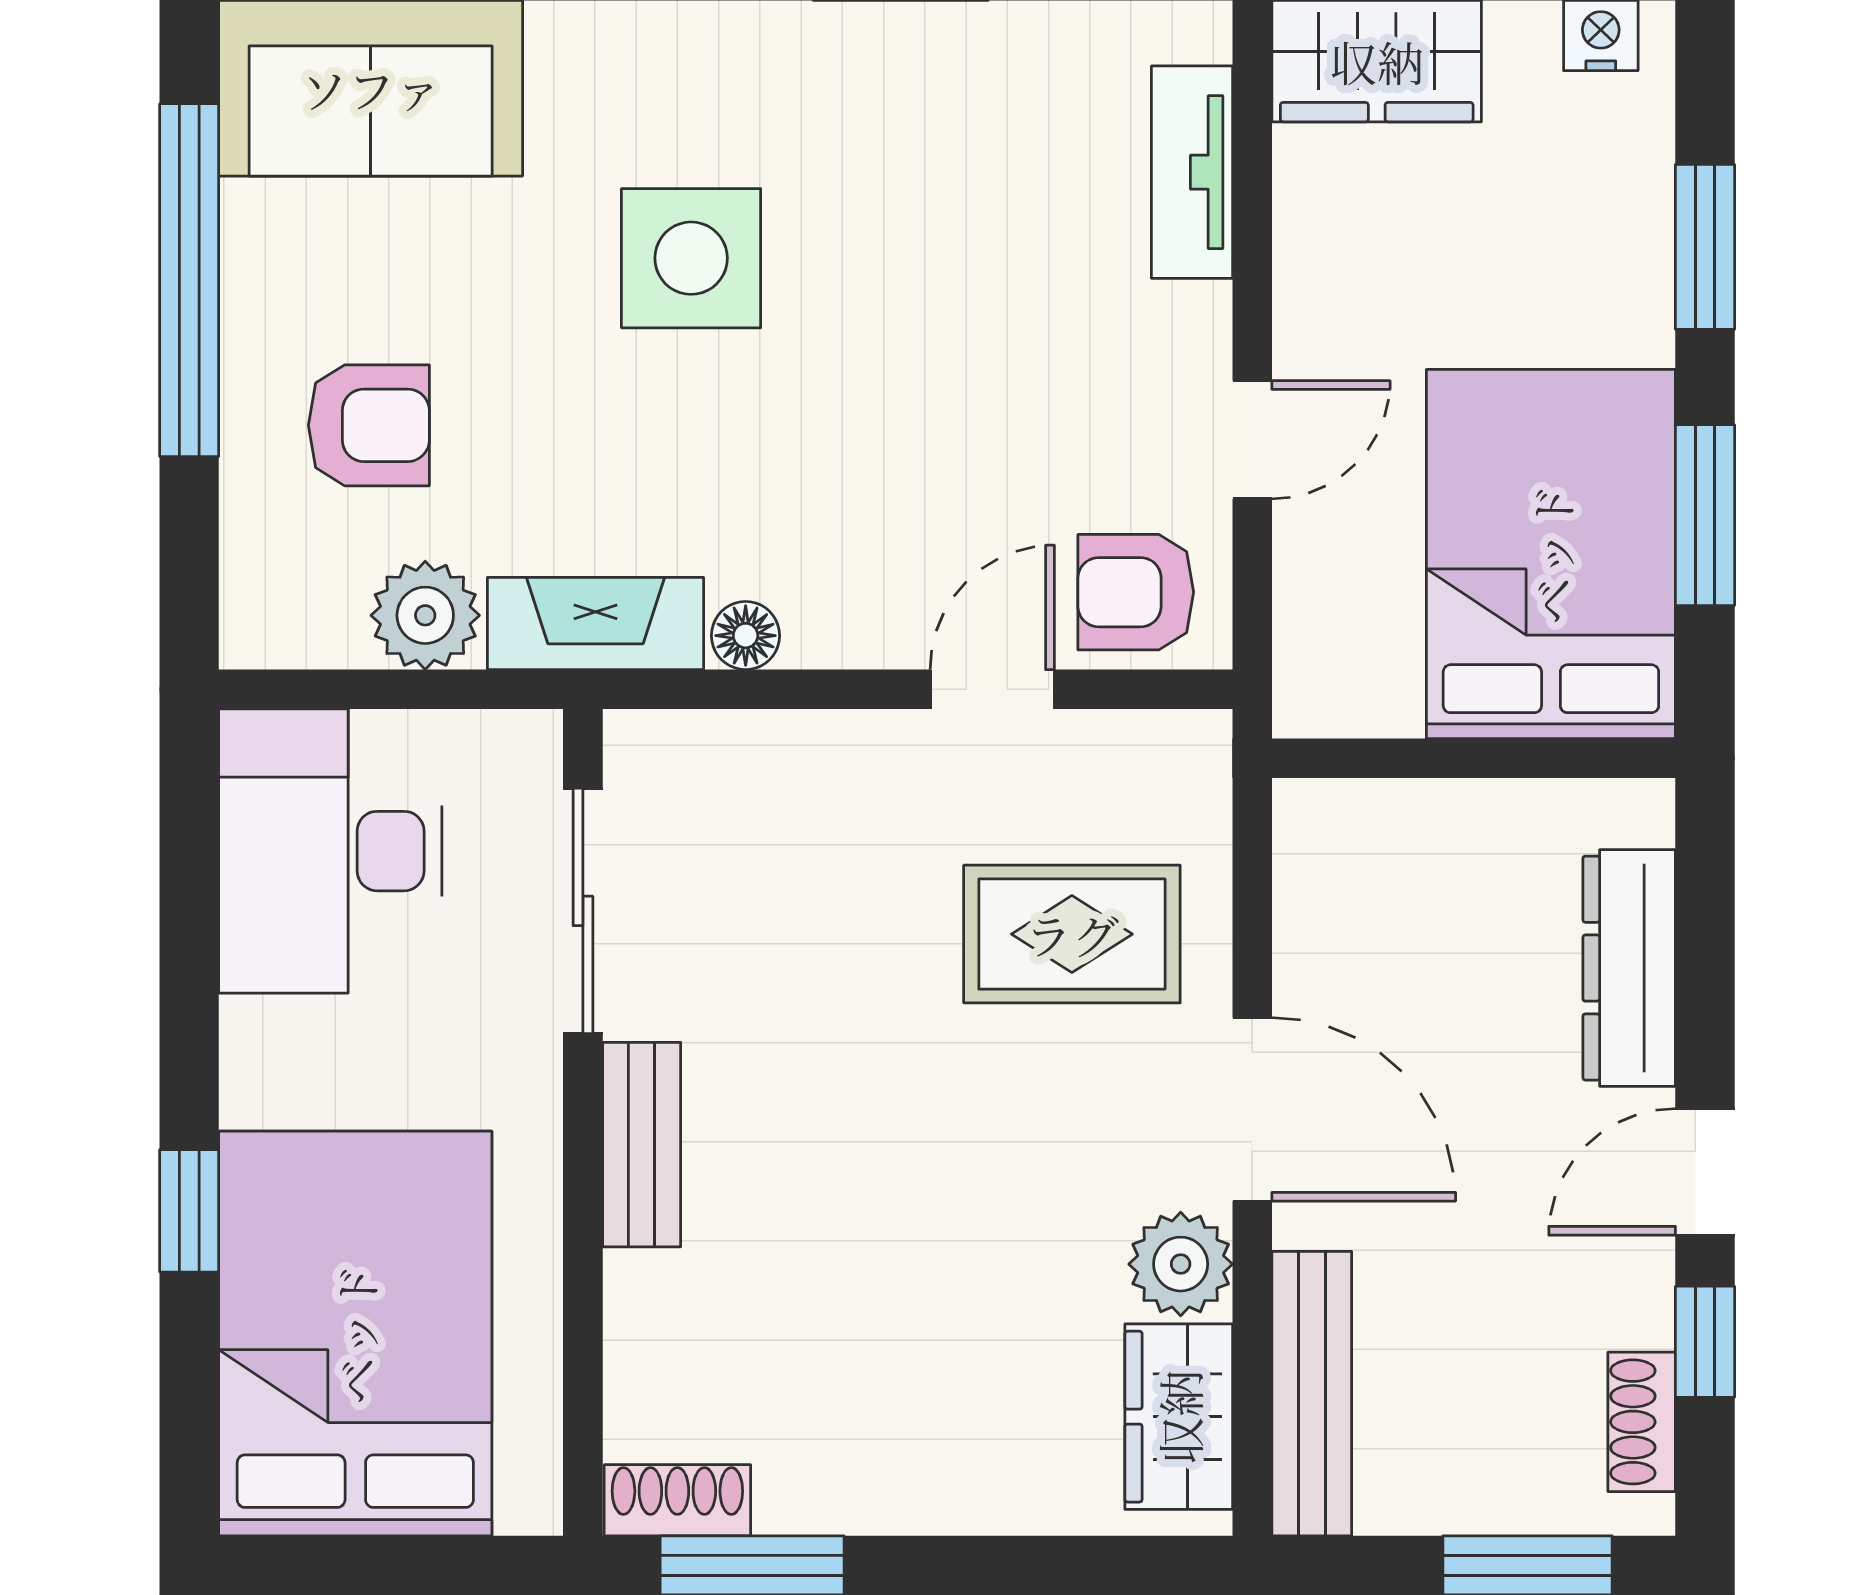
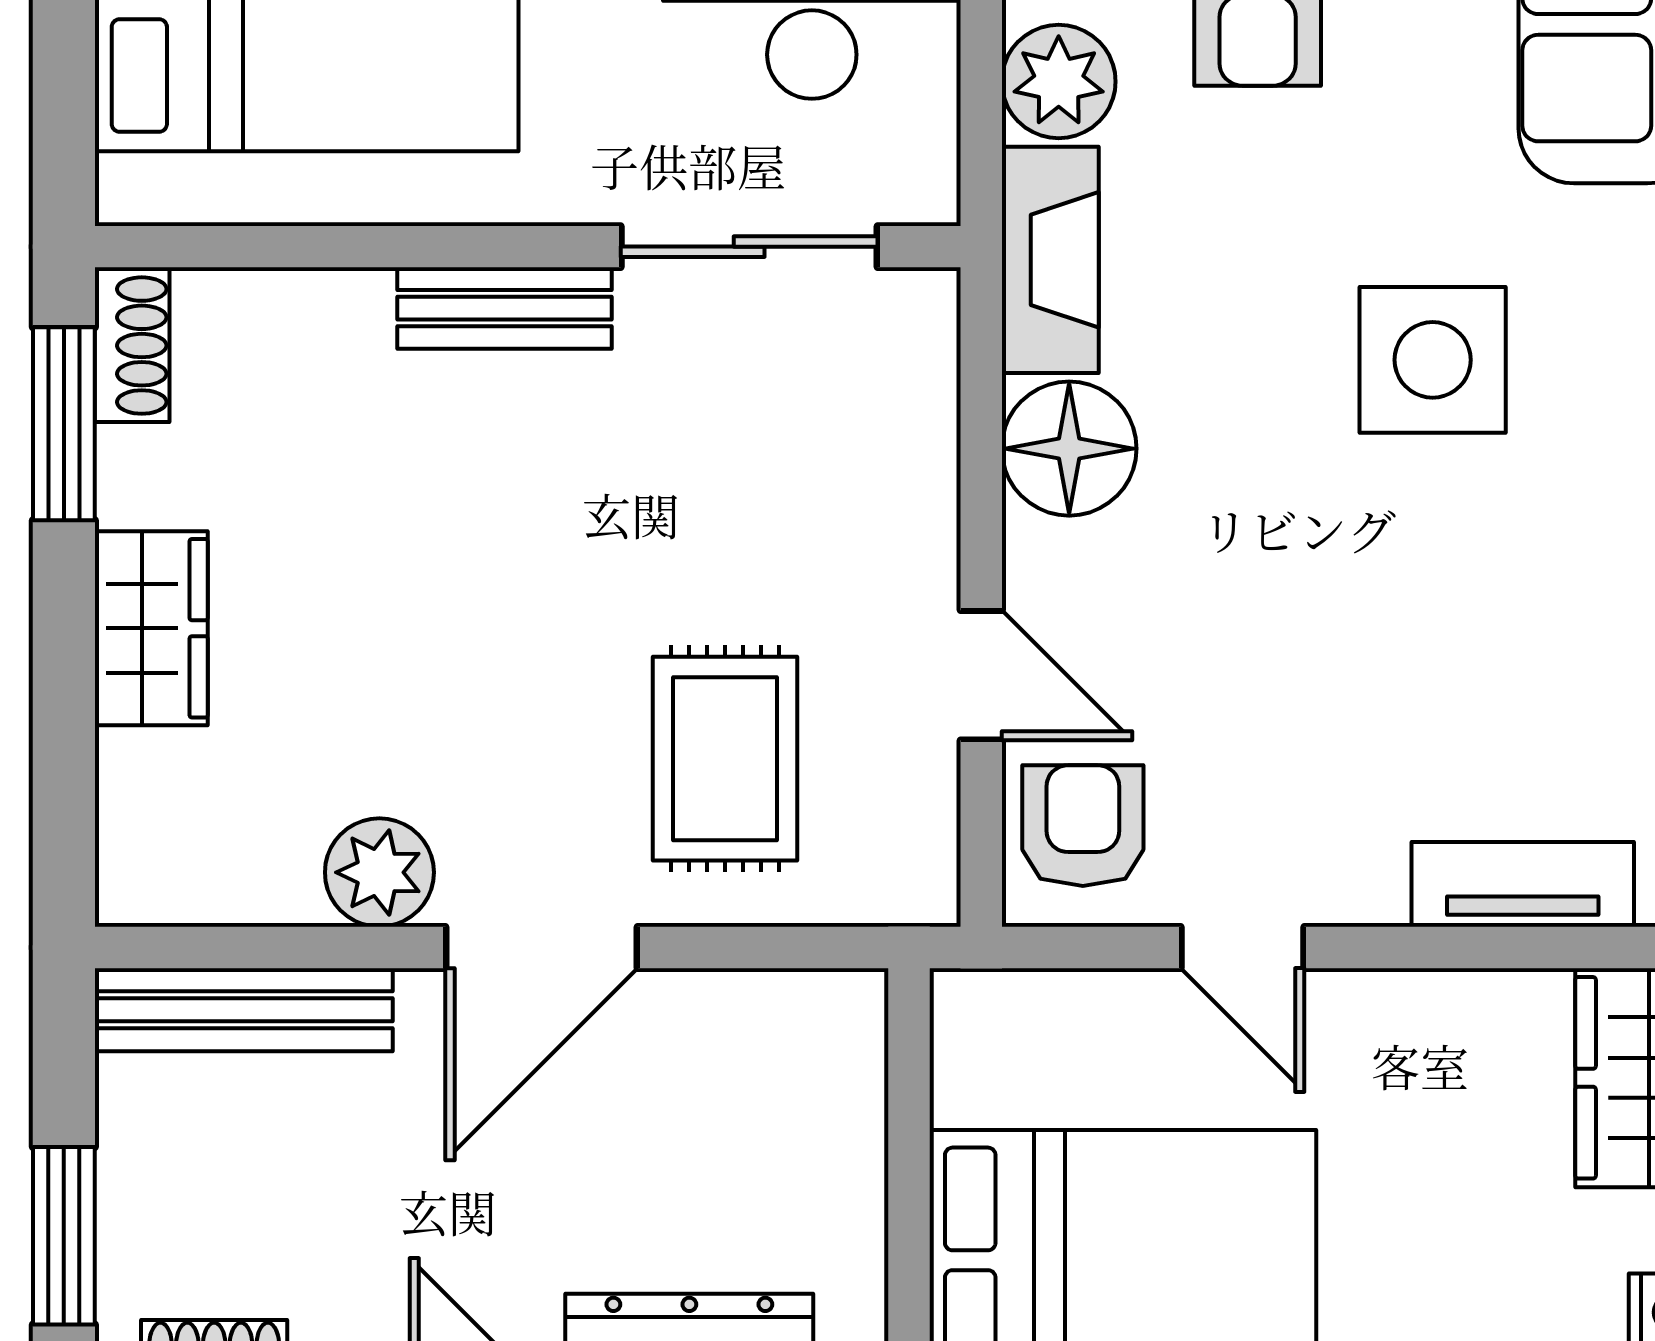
floor lamp: (746, 636) -> (1069, 449), width x1.89, depth x1.89
wardrobe: (1179, 1417) -> (151, 628), moved, turned 90

